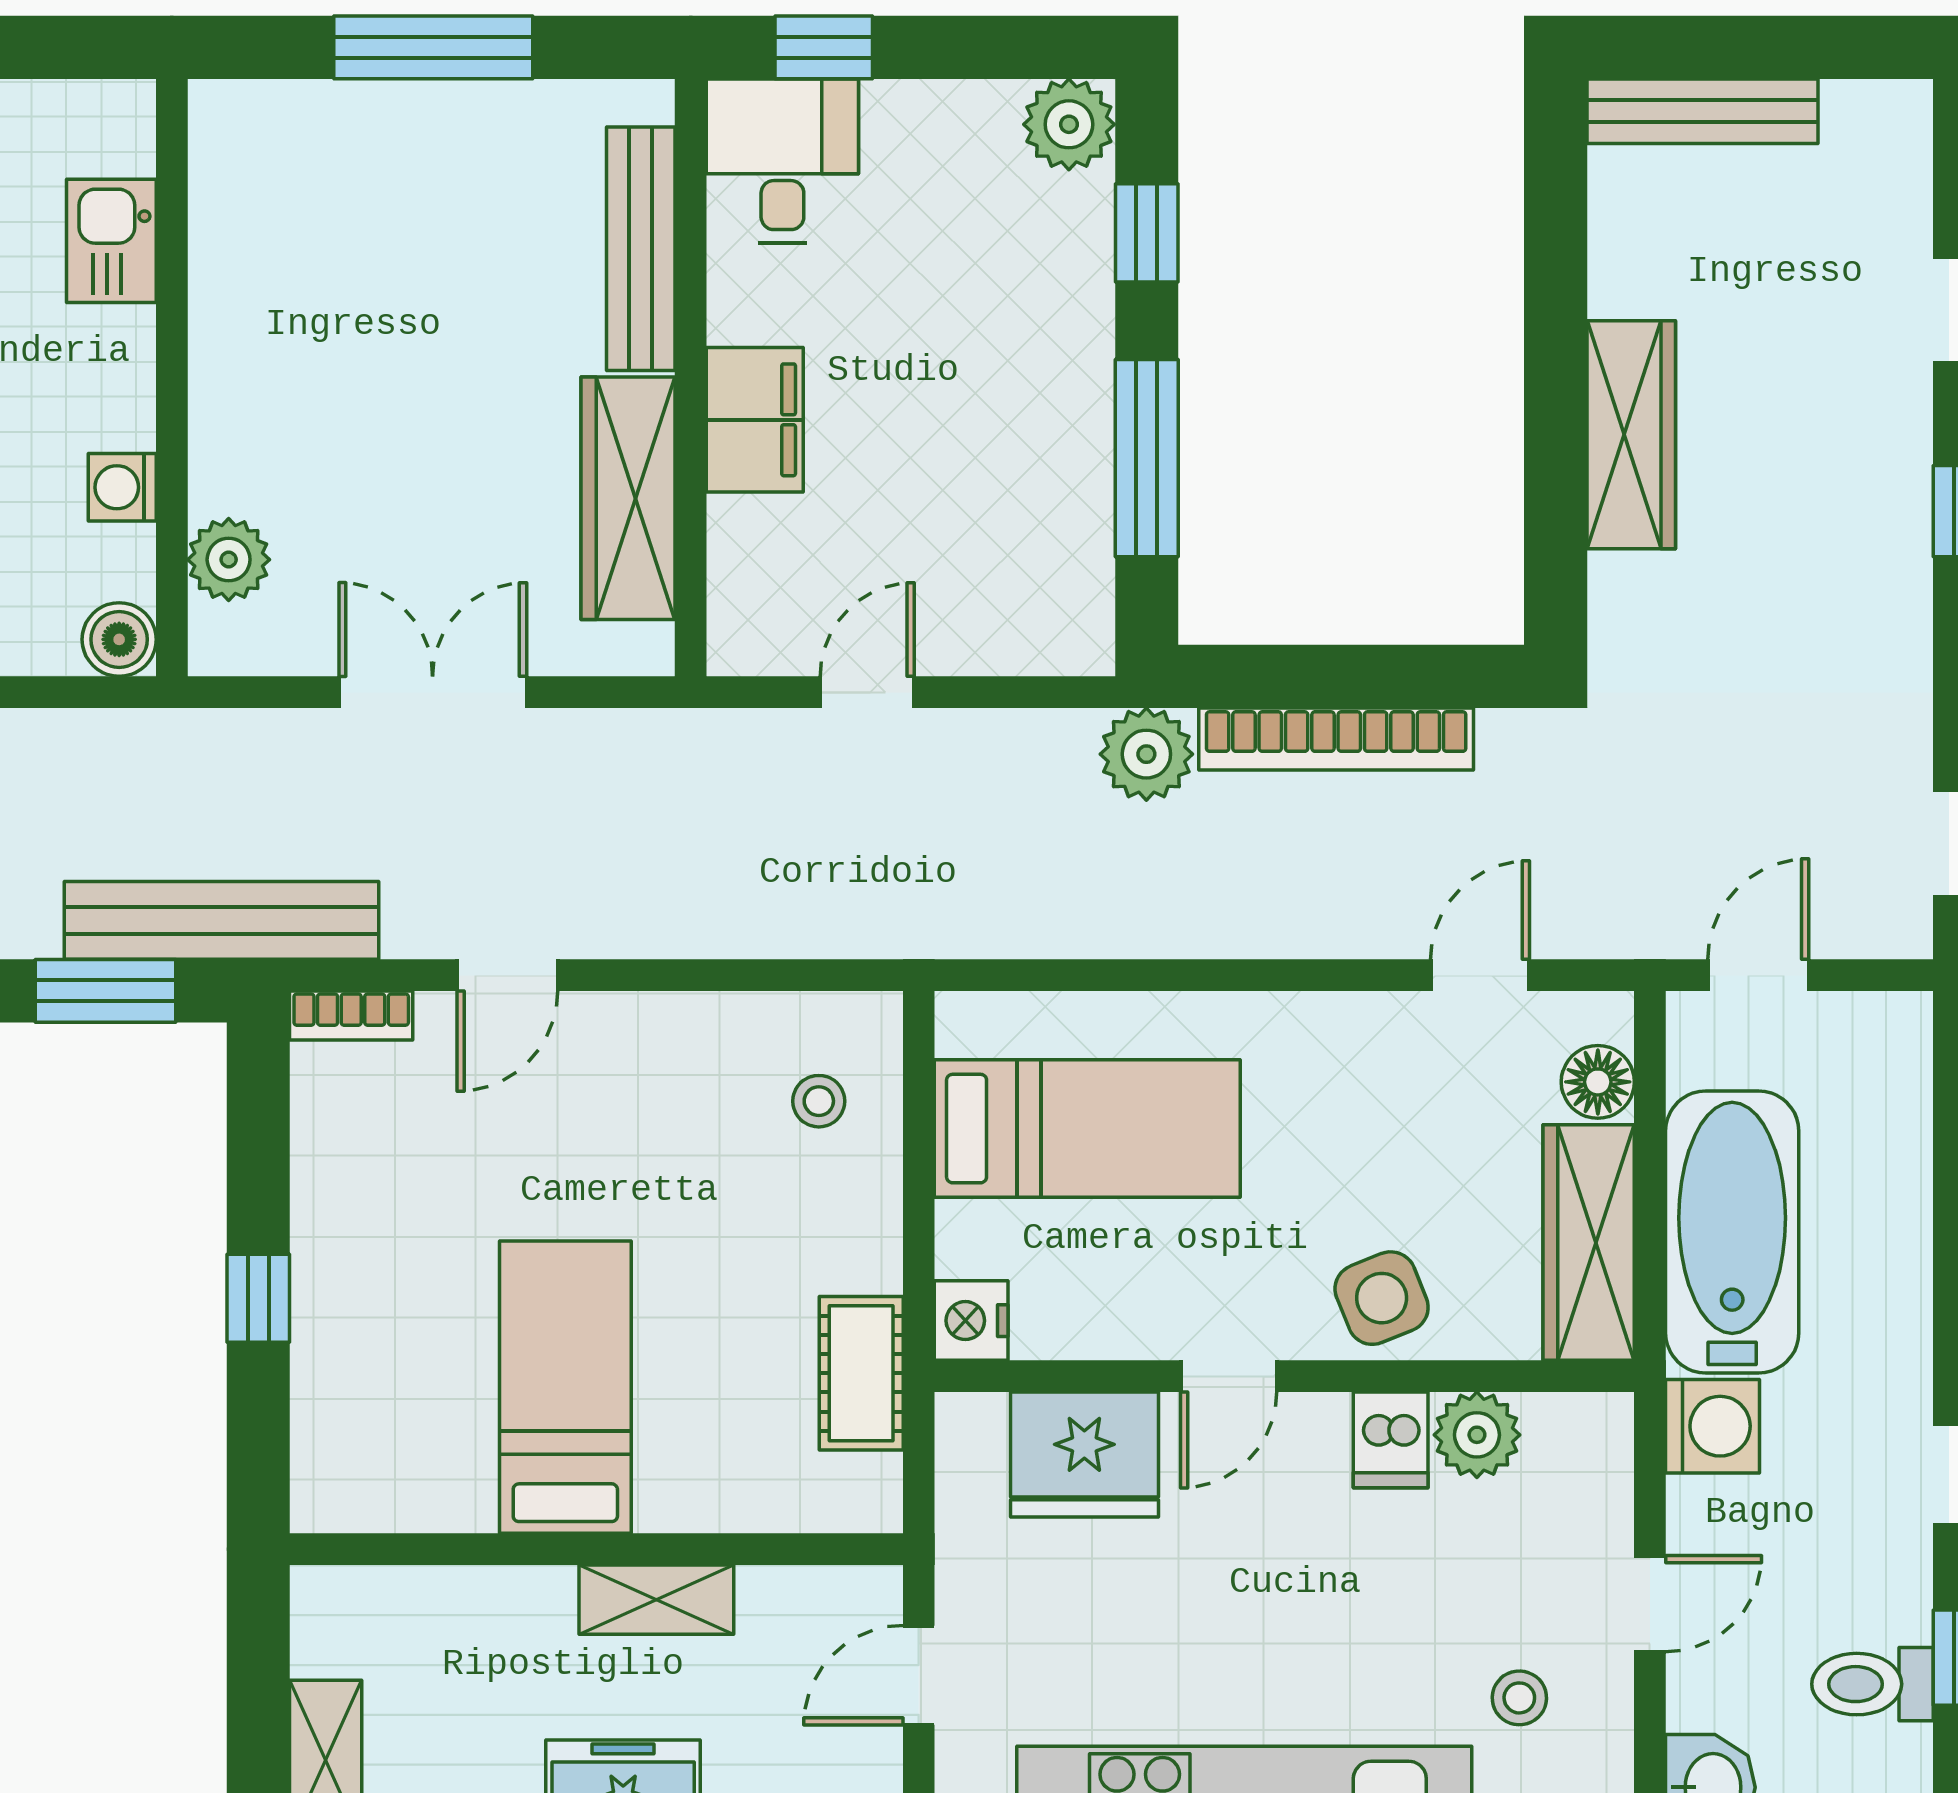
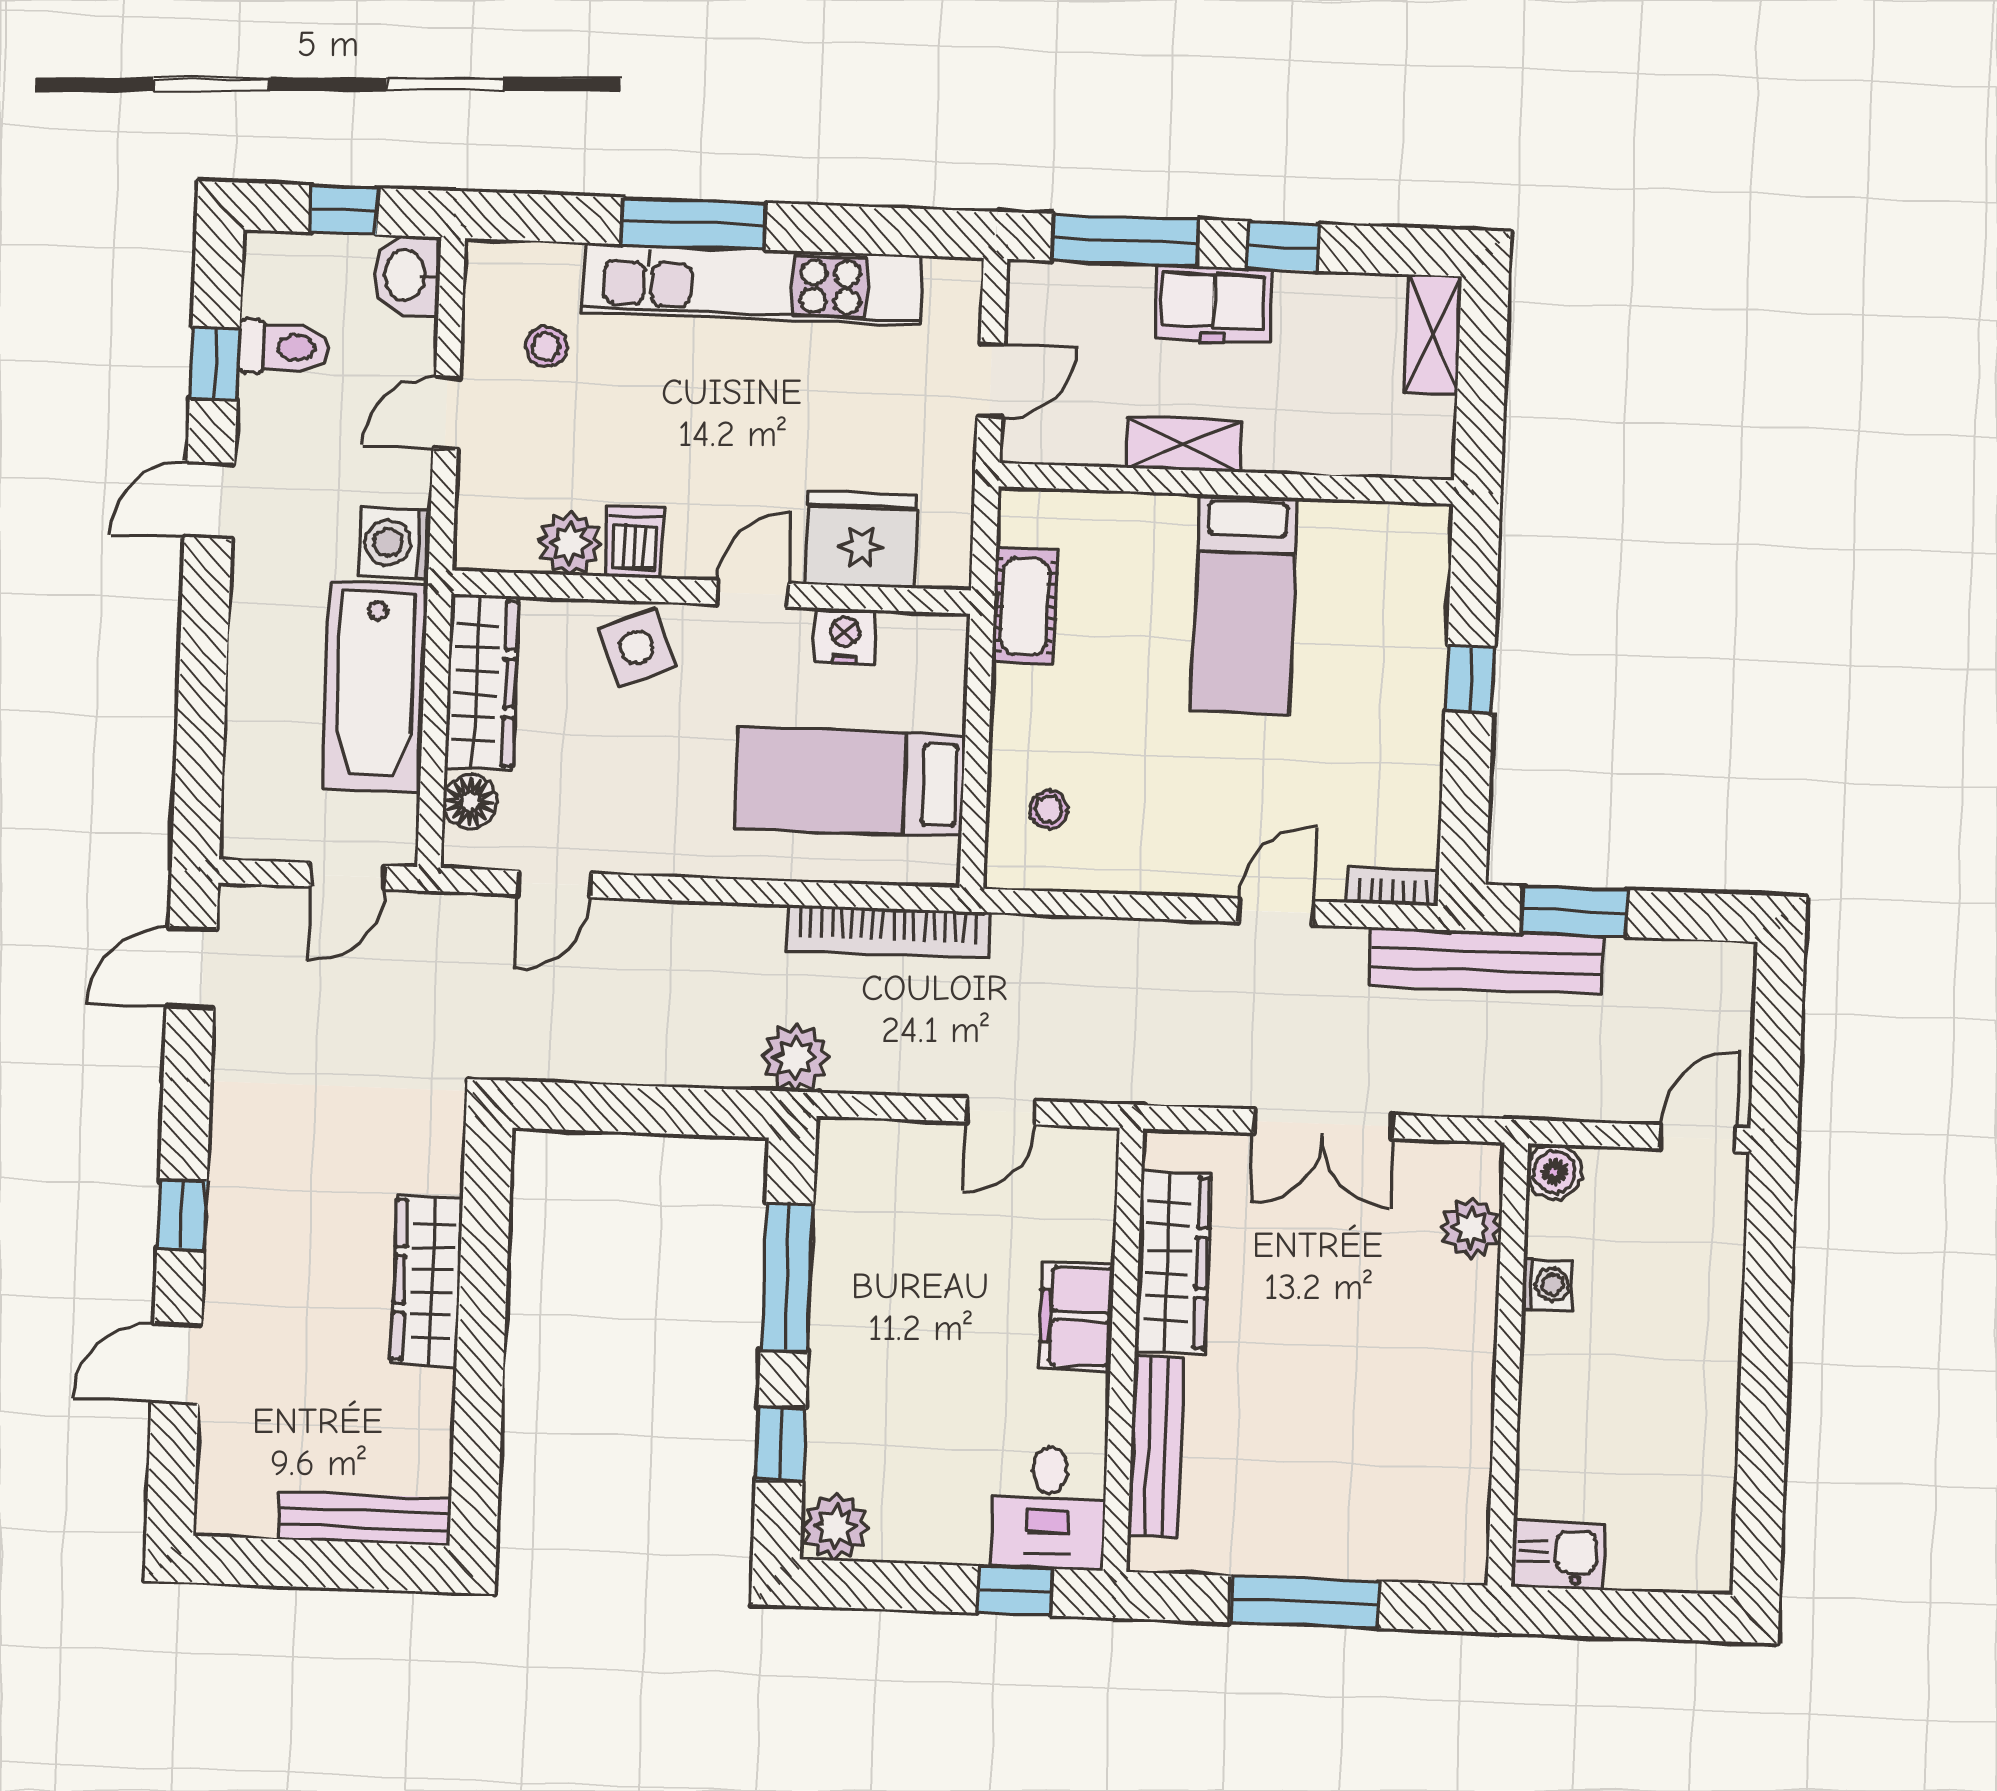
kitchen sink: (111, 241) -> (1558, 1555), moved, turned -90
bookcase: (1336, 739) -> (888, 932), moved, turned 180
nightstand: (971, 1321) -> (845, 636), moved, turned -90

